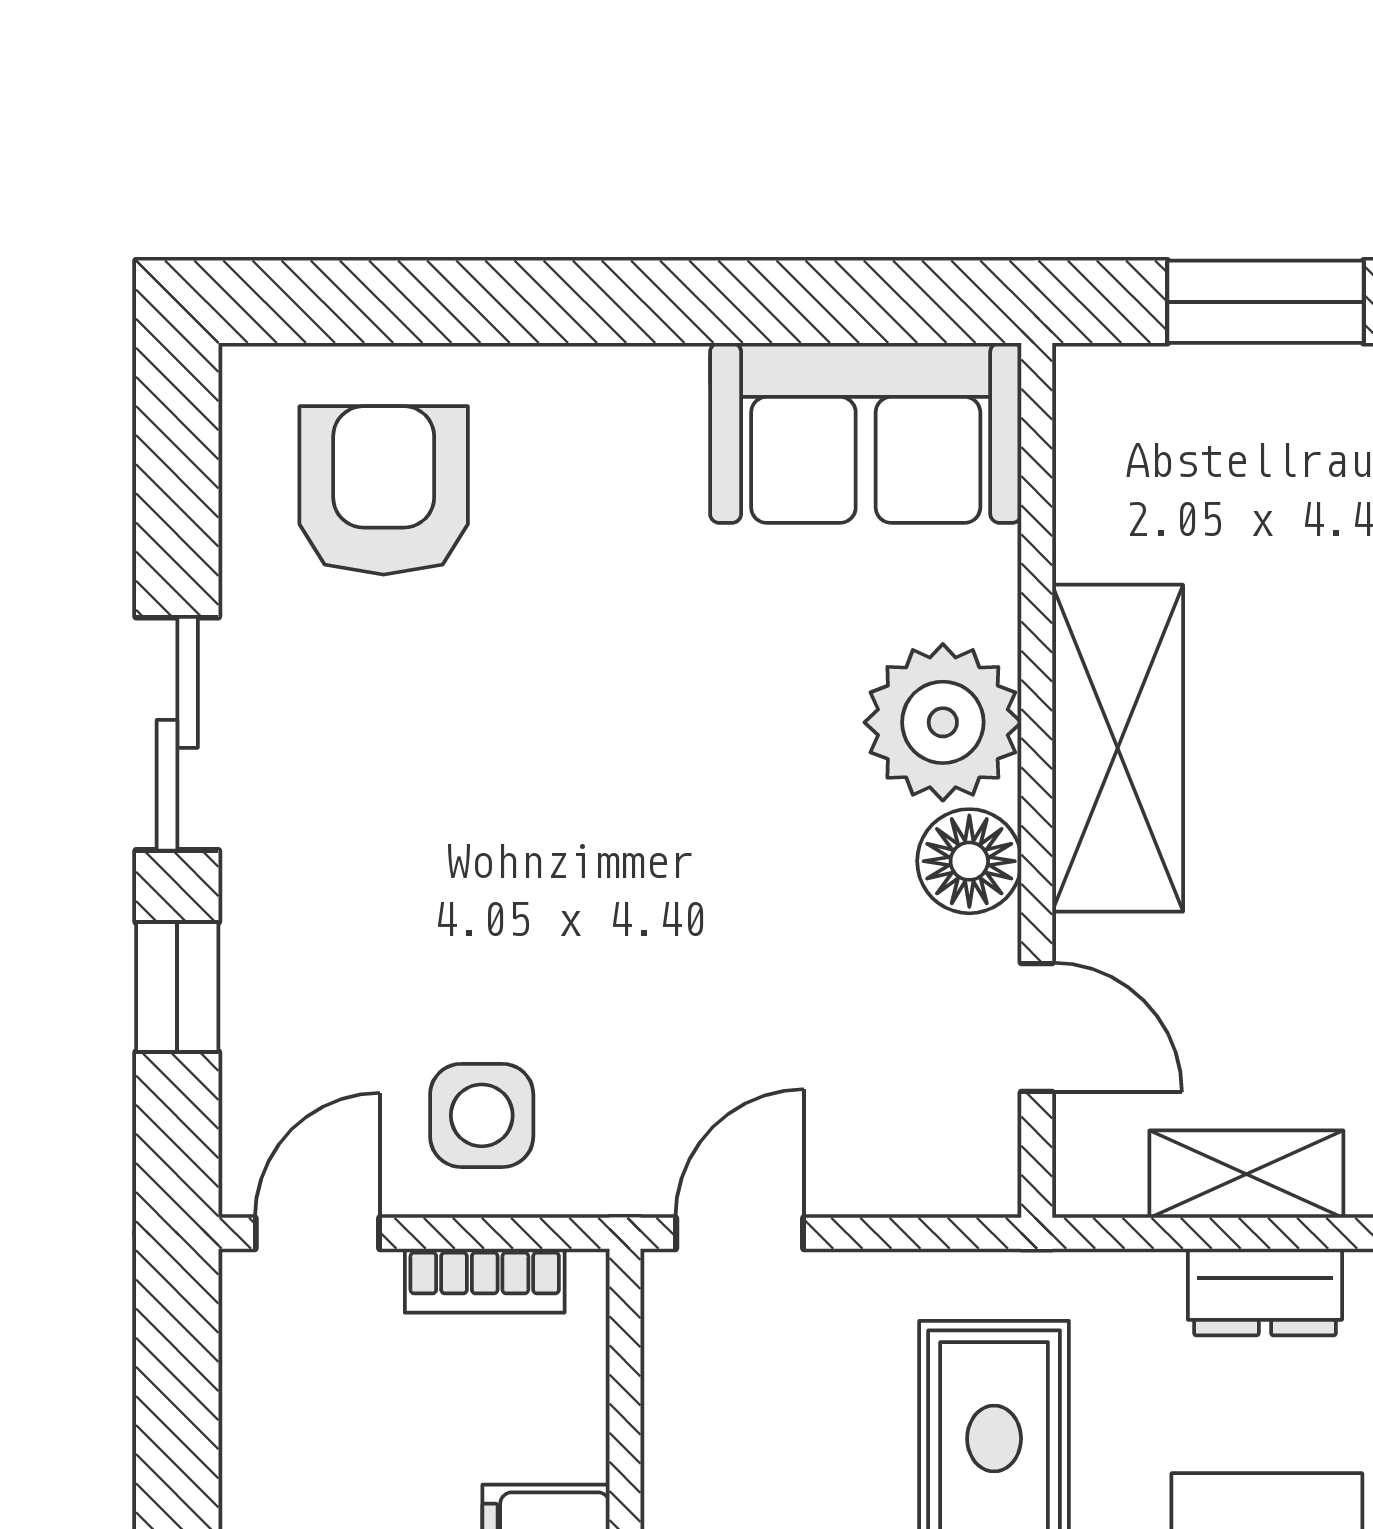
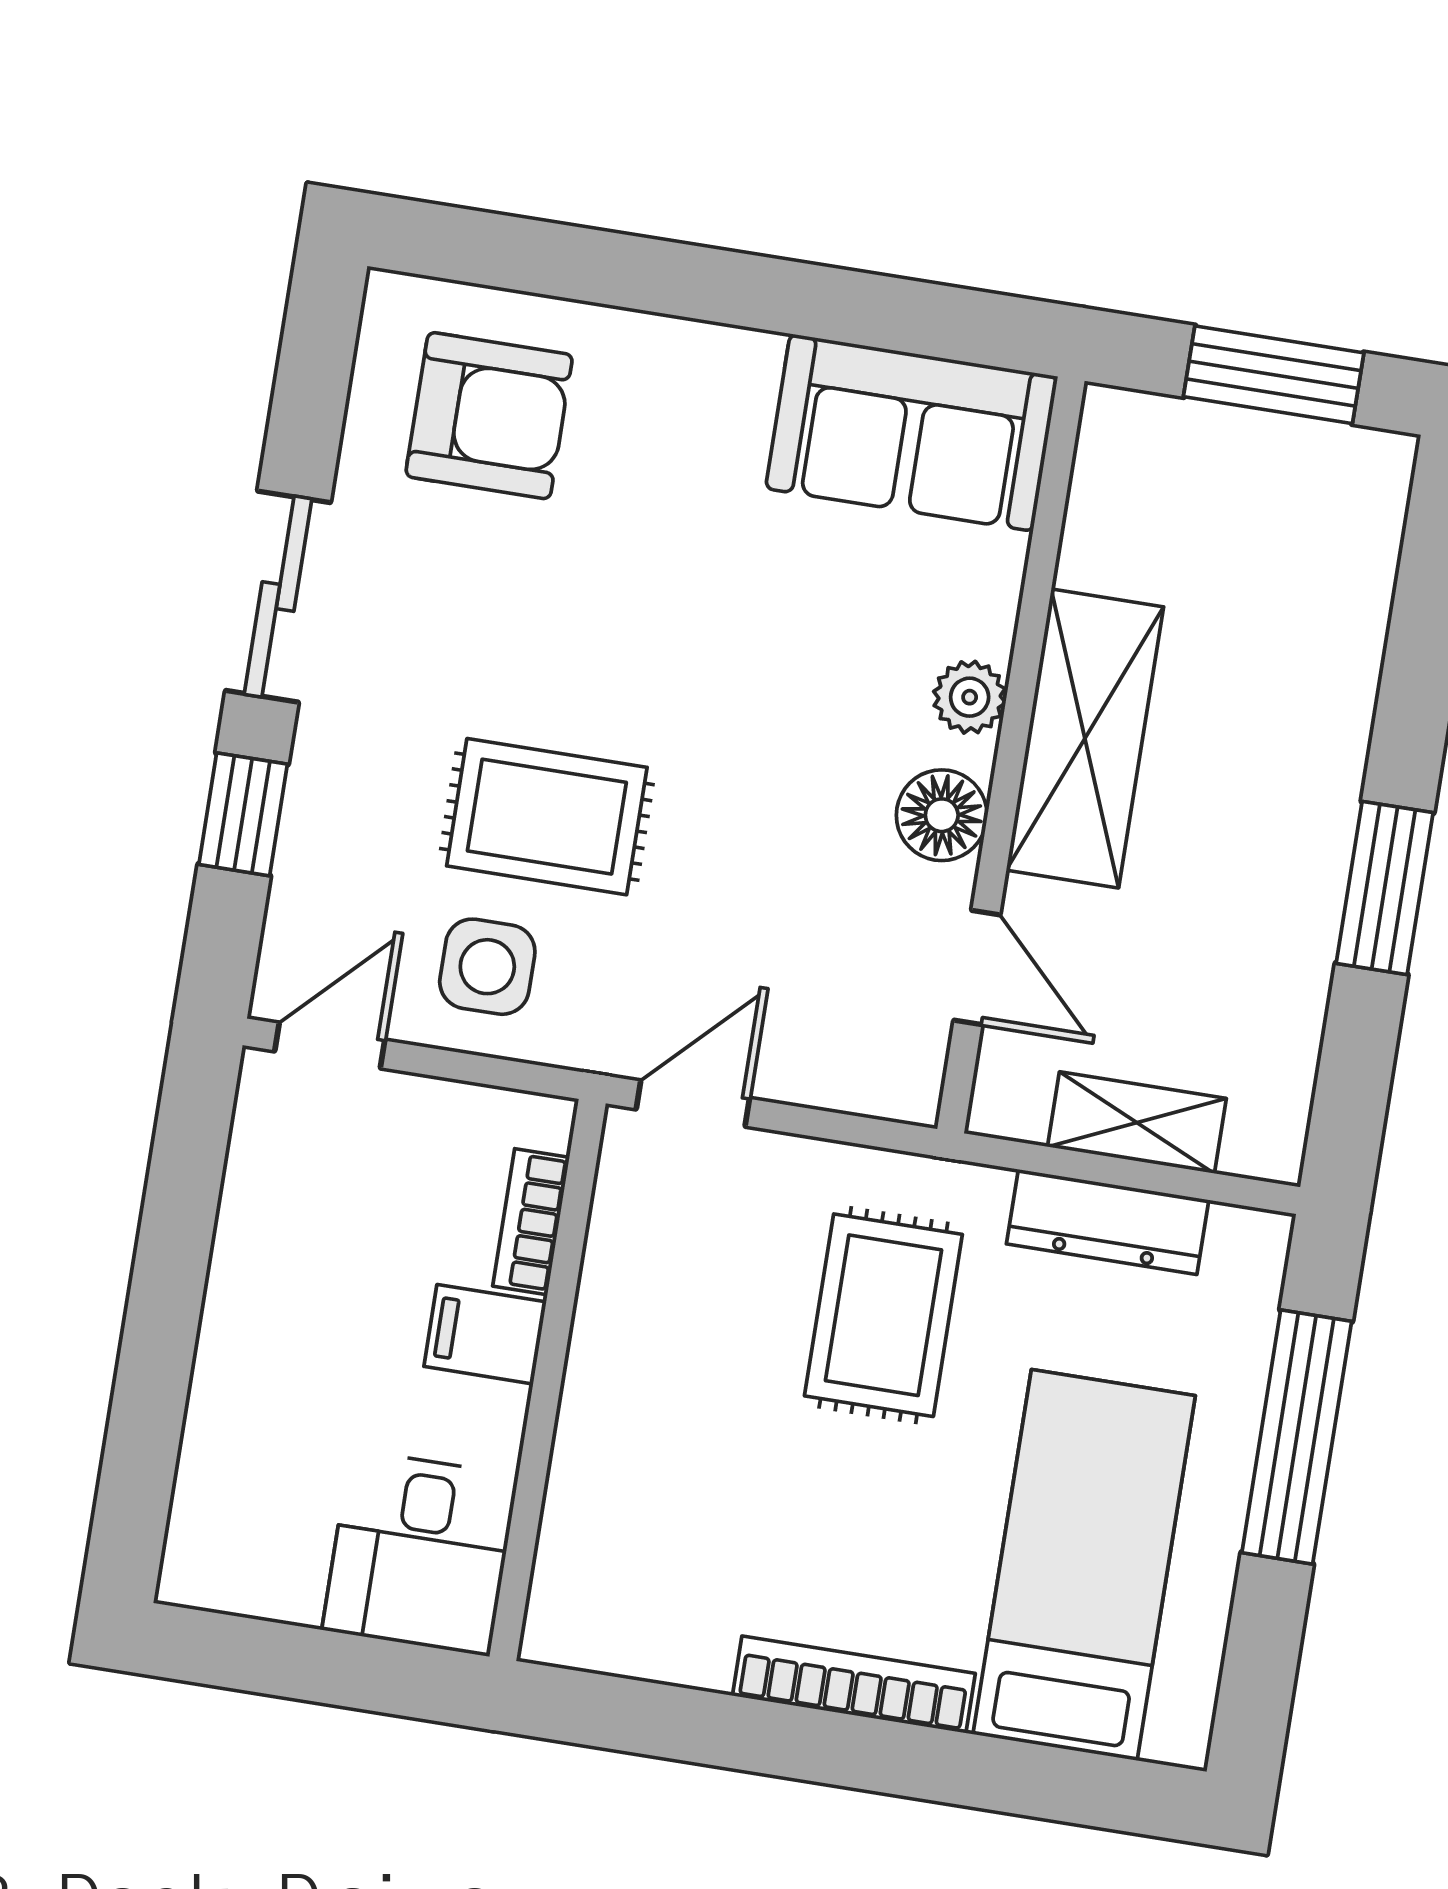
armchair: (384, 490) -> (489, 416), turned 90
plant: (943, 722) -> (970, 697), width x0.53, depth x0.53
rug: (522, 934) -> (547, 817), added
bookcase: (485, 1281) -> (531, 1222), moved, turned 90
dresser: (1265, 1292) -> (1108, 1222), width x1.44

